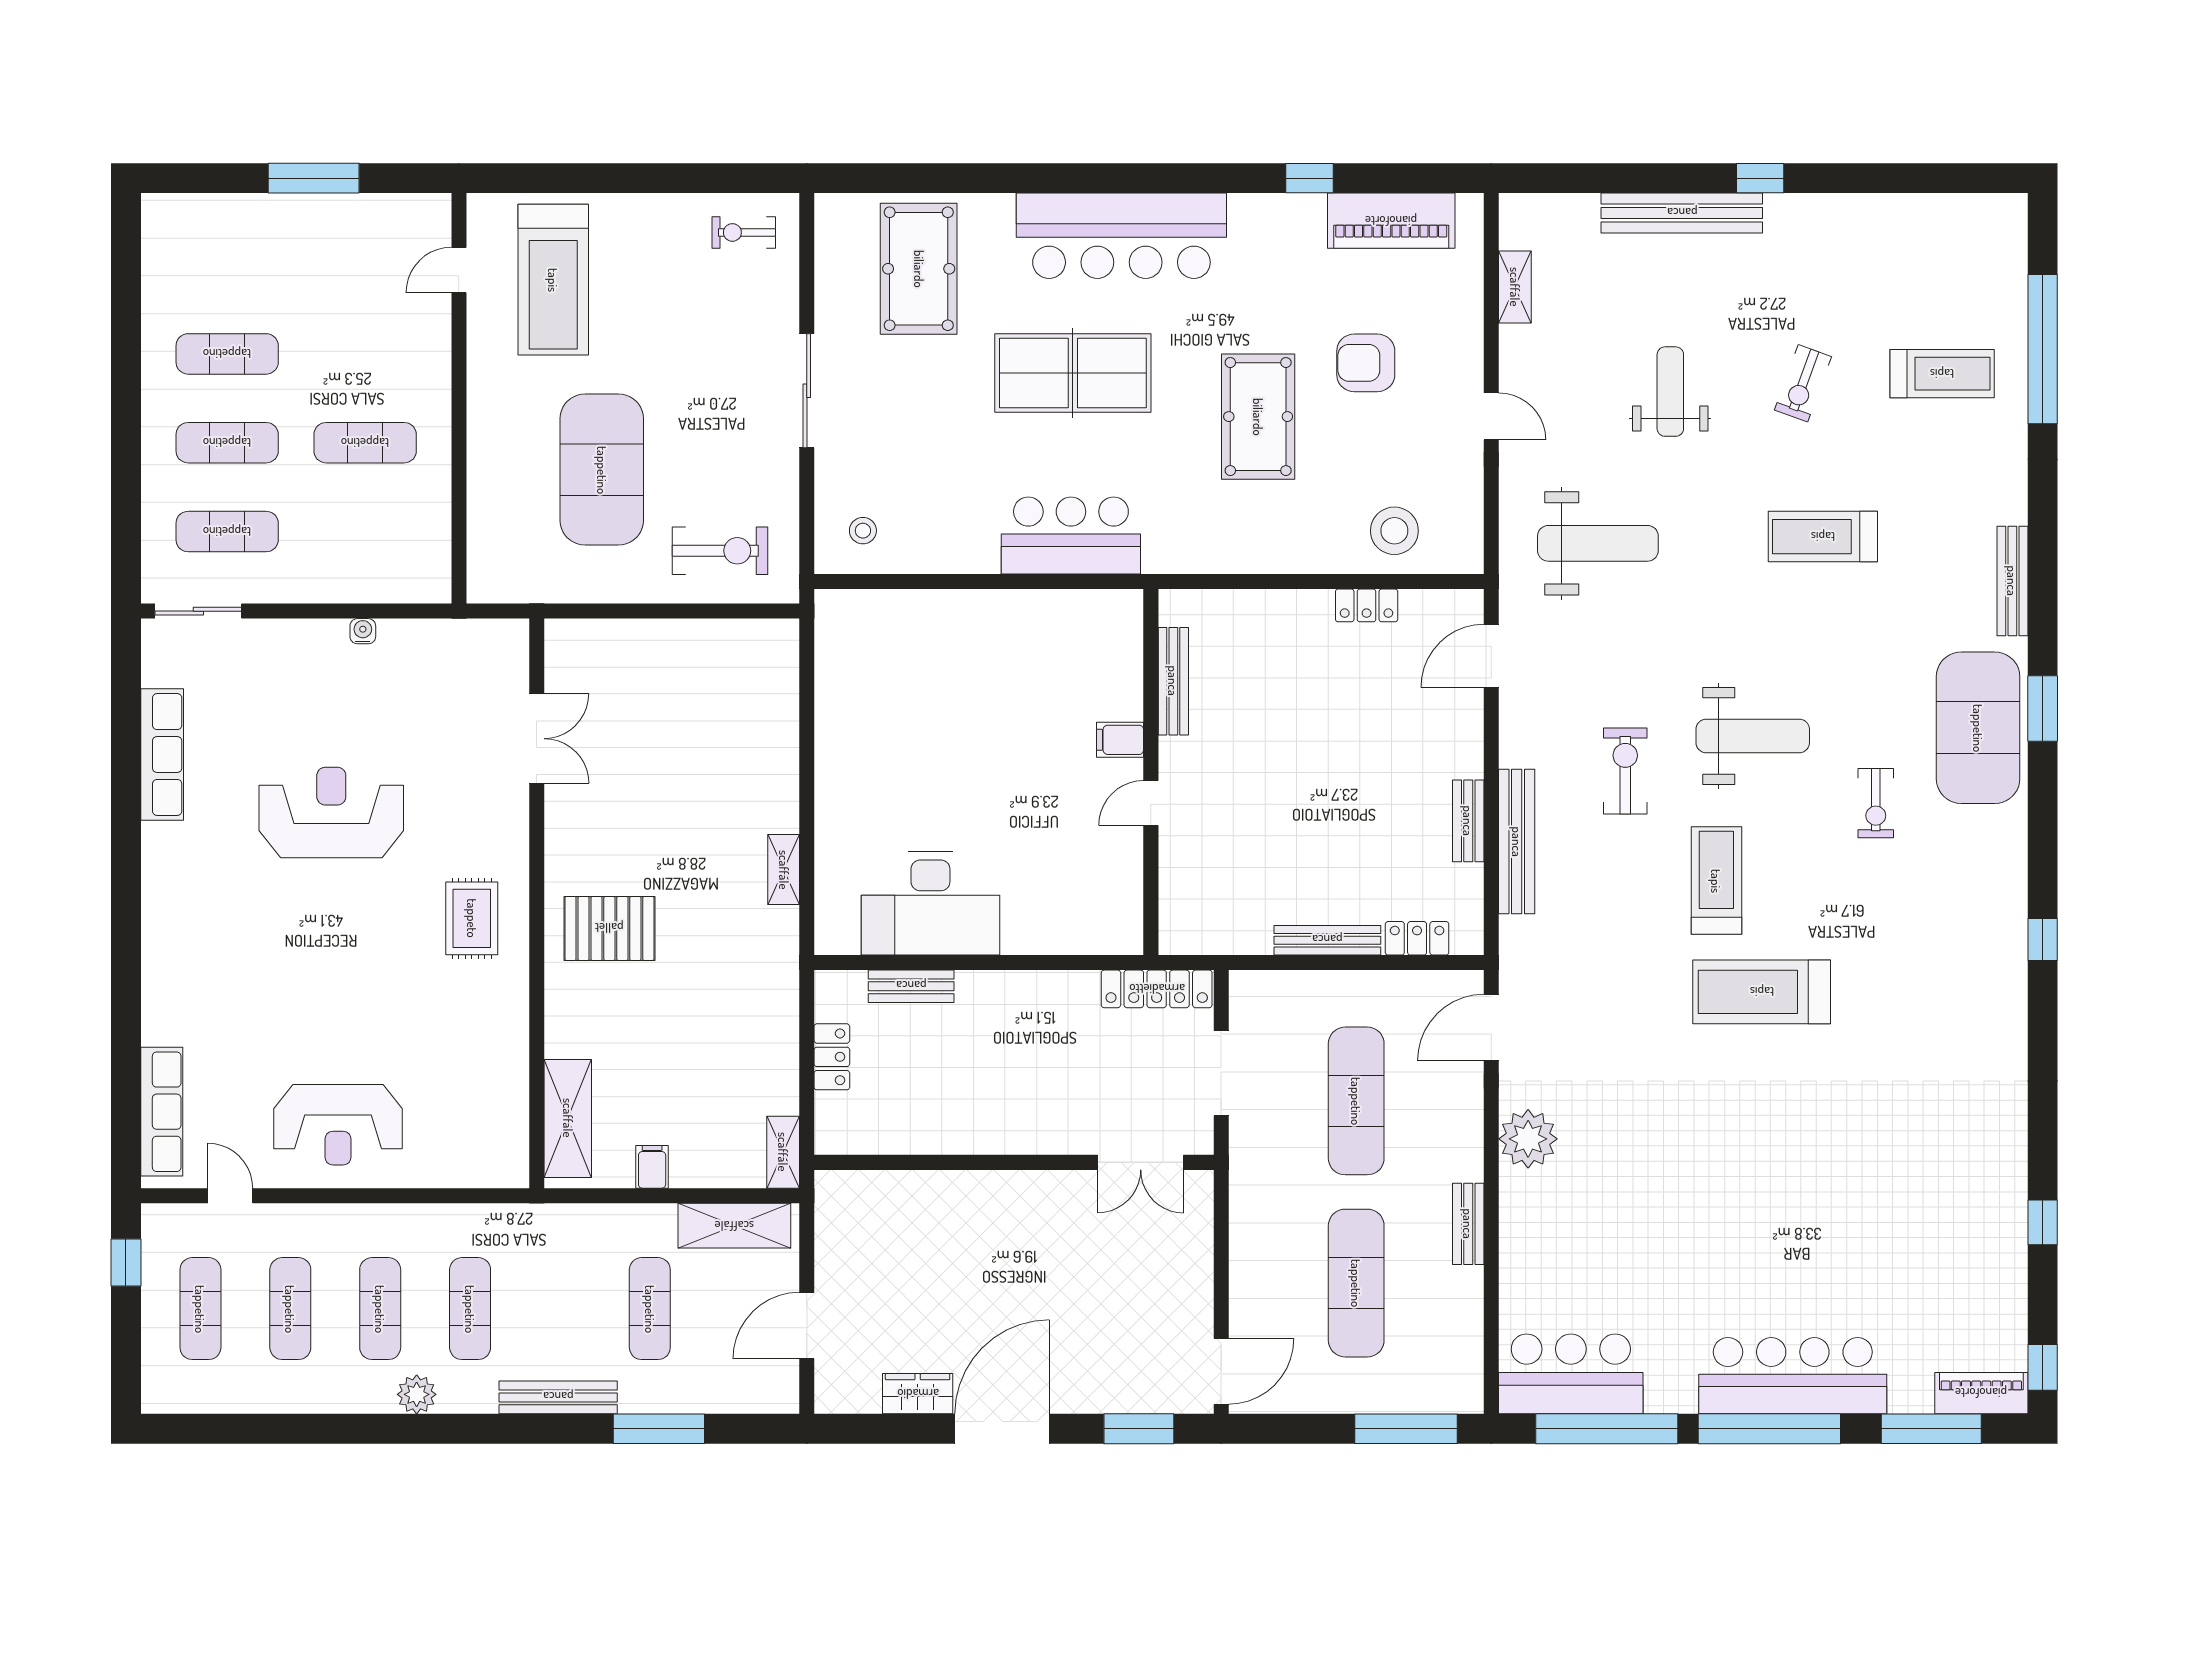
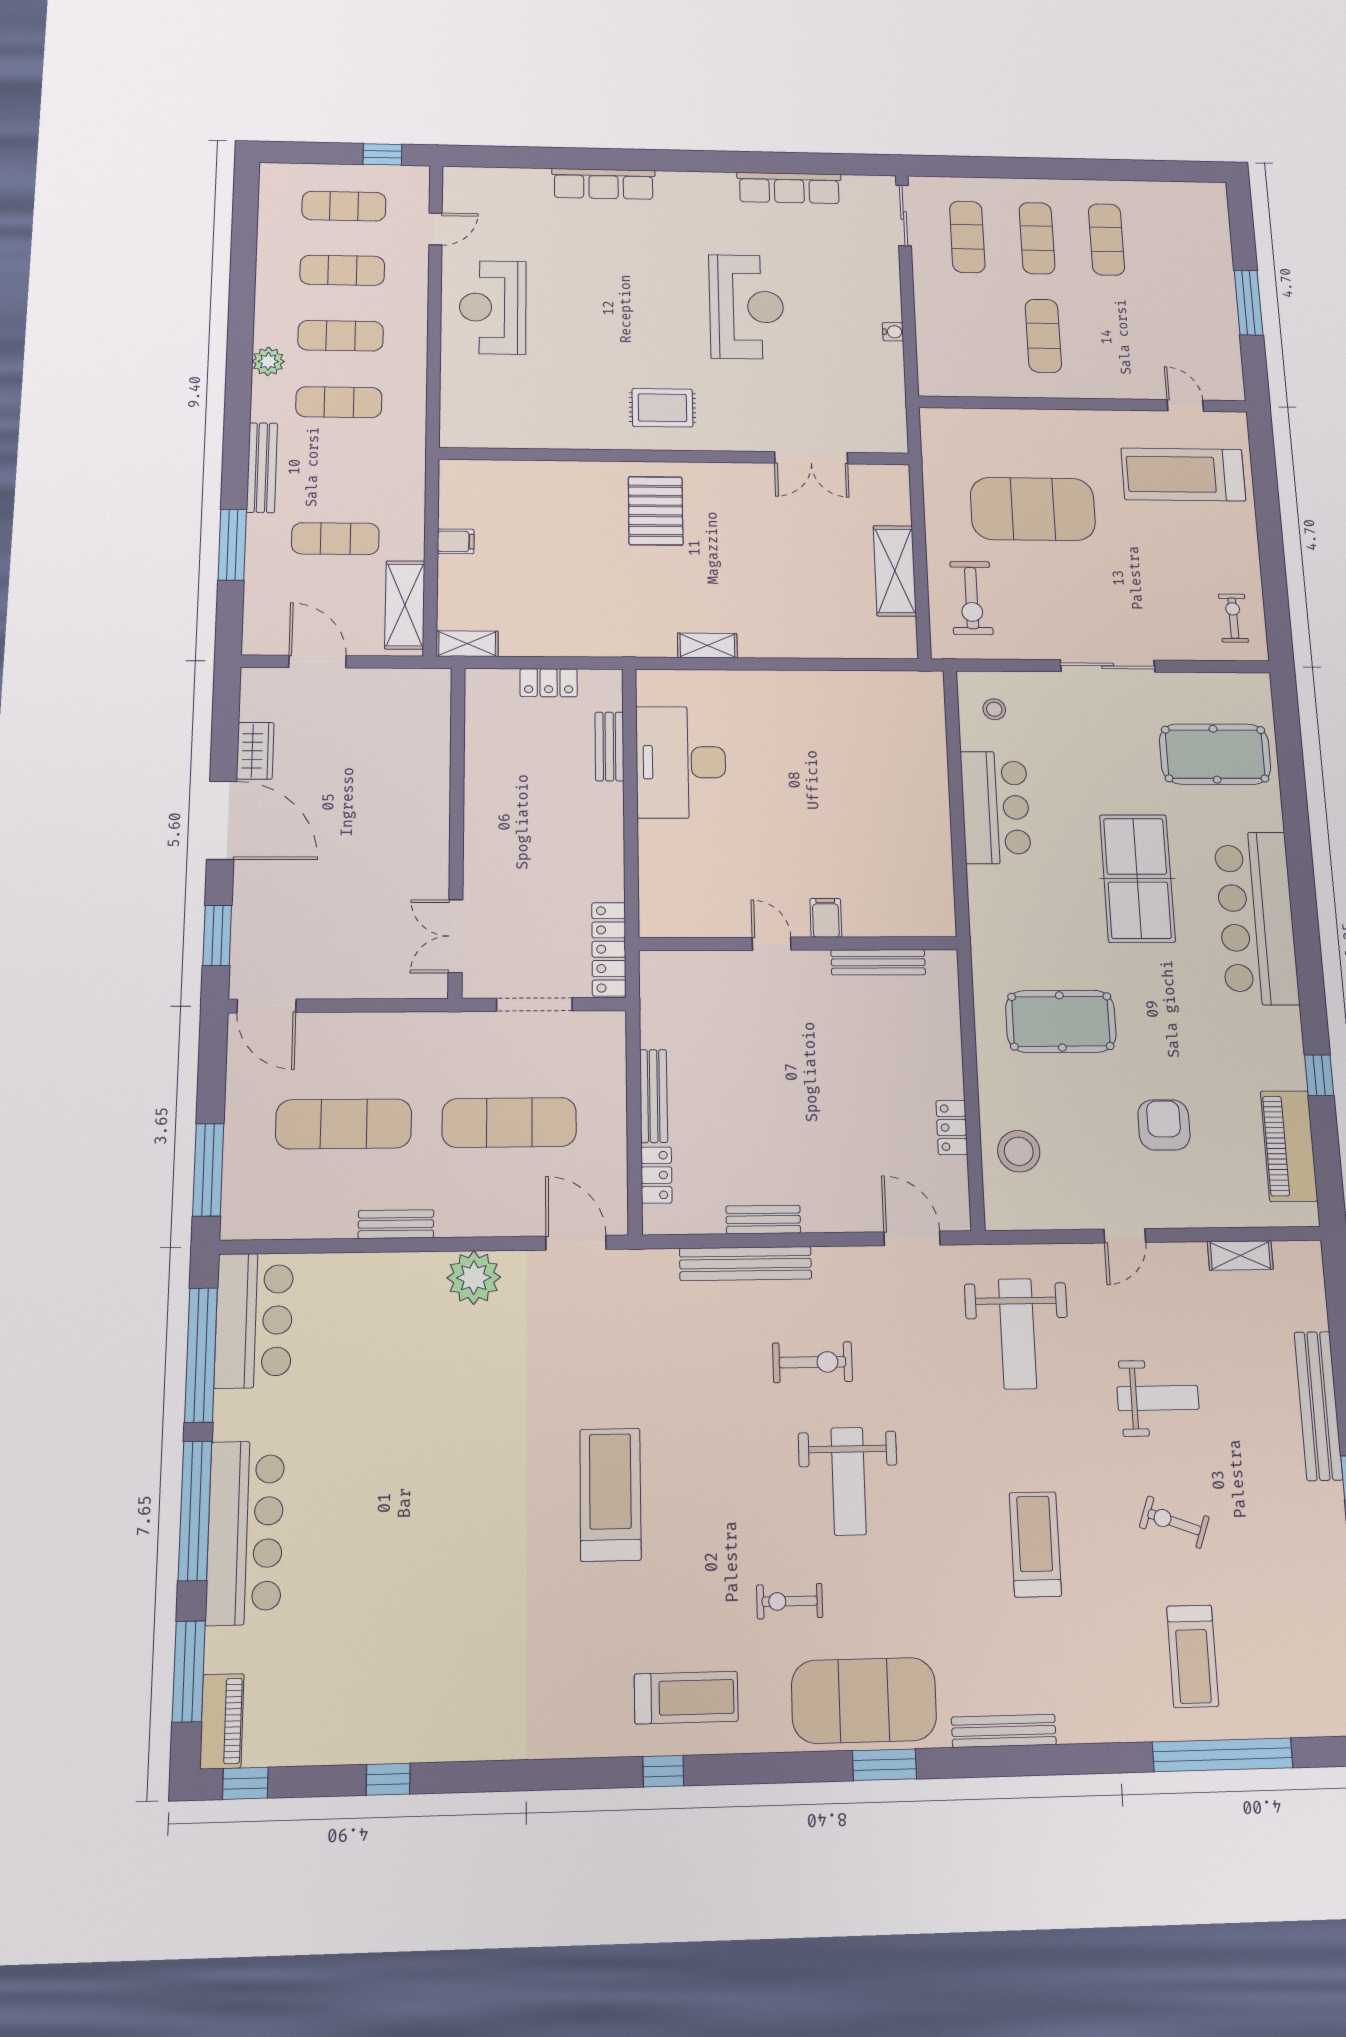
pool table: (1258, 417) -> (1061, 1021), moved
bar counter: (1071, 535) -> (996, 807), moved
treadmill: (1716, 881) -> (686, 1698), moved
row of seats: (162, 1112) -> (604, 184), moved
shelving: (568, 1118) -> (895, 571), moved, turned 90

